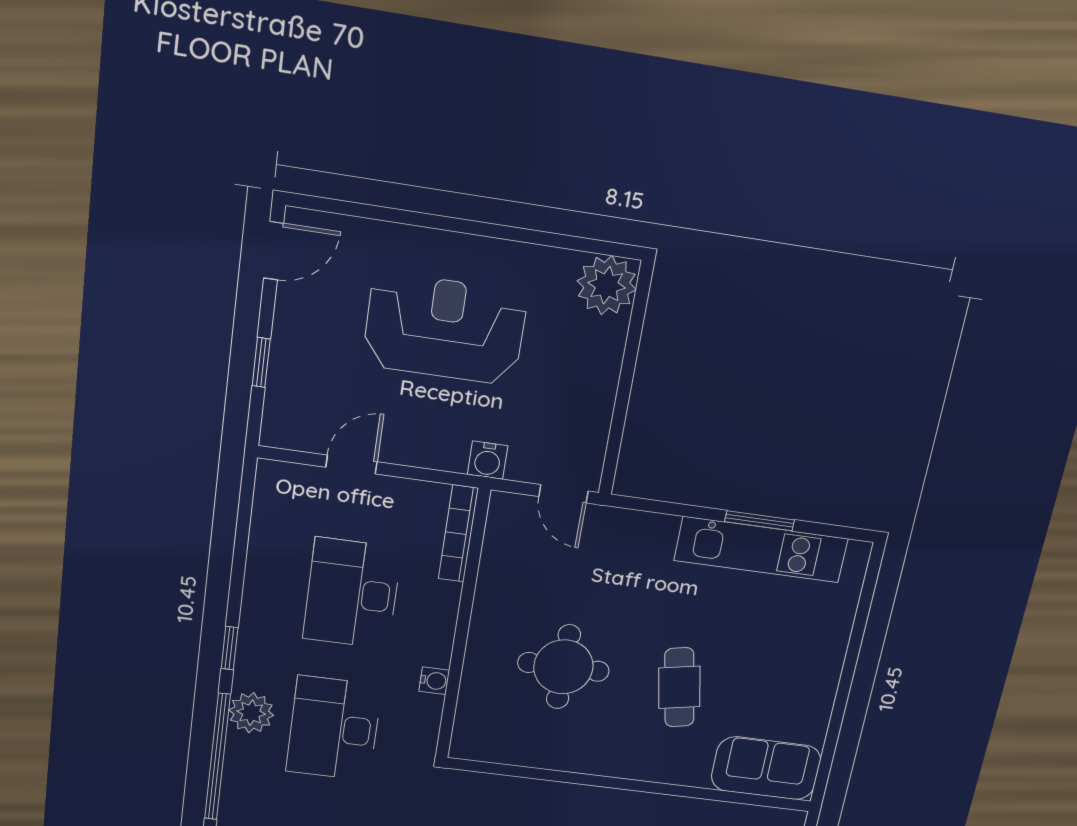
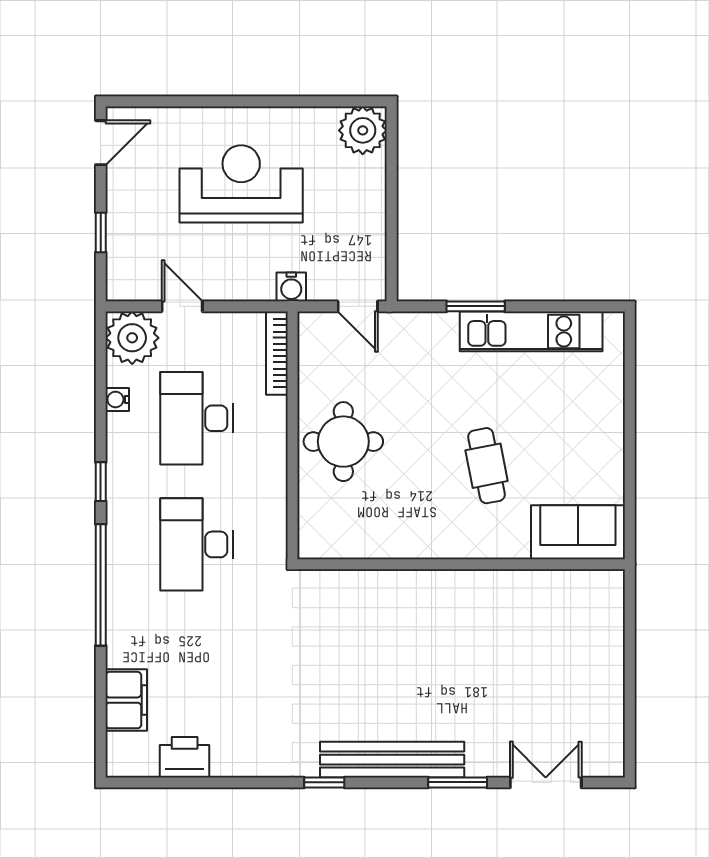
door: (352, 465) -> (182, 306), hinge flipped
window: (759, 521) -> (476, 306), moved
round table: (563, 667) -> (343, 442), moved
water cooler: (434, 681) -> (117, 399), moved, turned 180
plant: (251, 713) -> (132, 338), moved, width x1.36, depth x1.36

